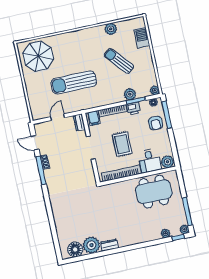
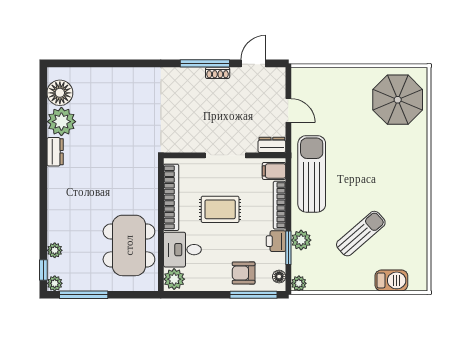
plant: (111, 29) -> (418, 231), removed
sun lounger: (74, 82) -> (312, 174), moved

